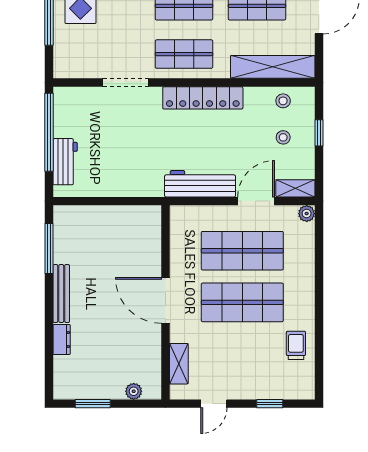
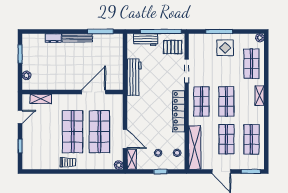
pallet: (79, 109) -> (173, 47), added
workbench: (200, 184) -> (134, 77), moved
door: (166, 300) -> (94, 92), moved
trolley: (296, 345) -> (68, 162), moved
door: (214, 404) -> (20, 117), swing flipped

